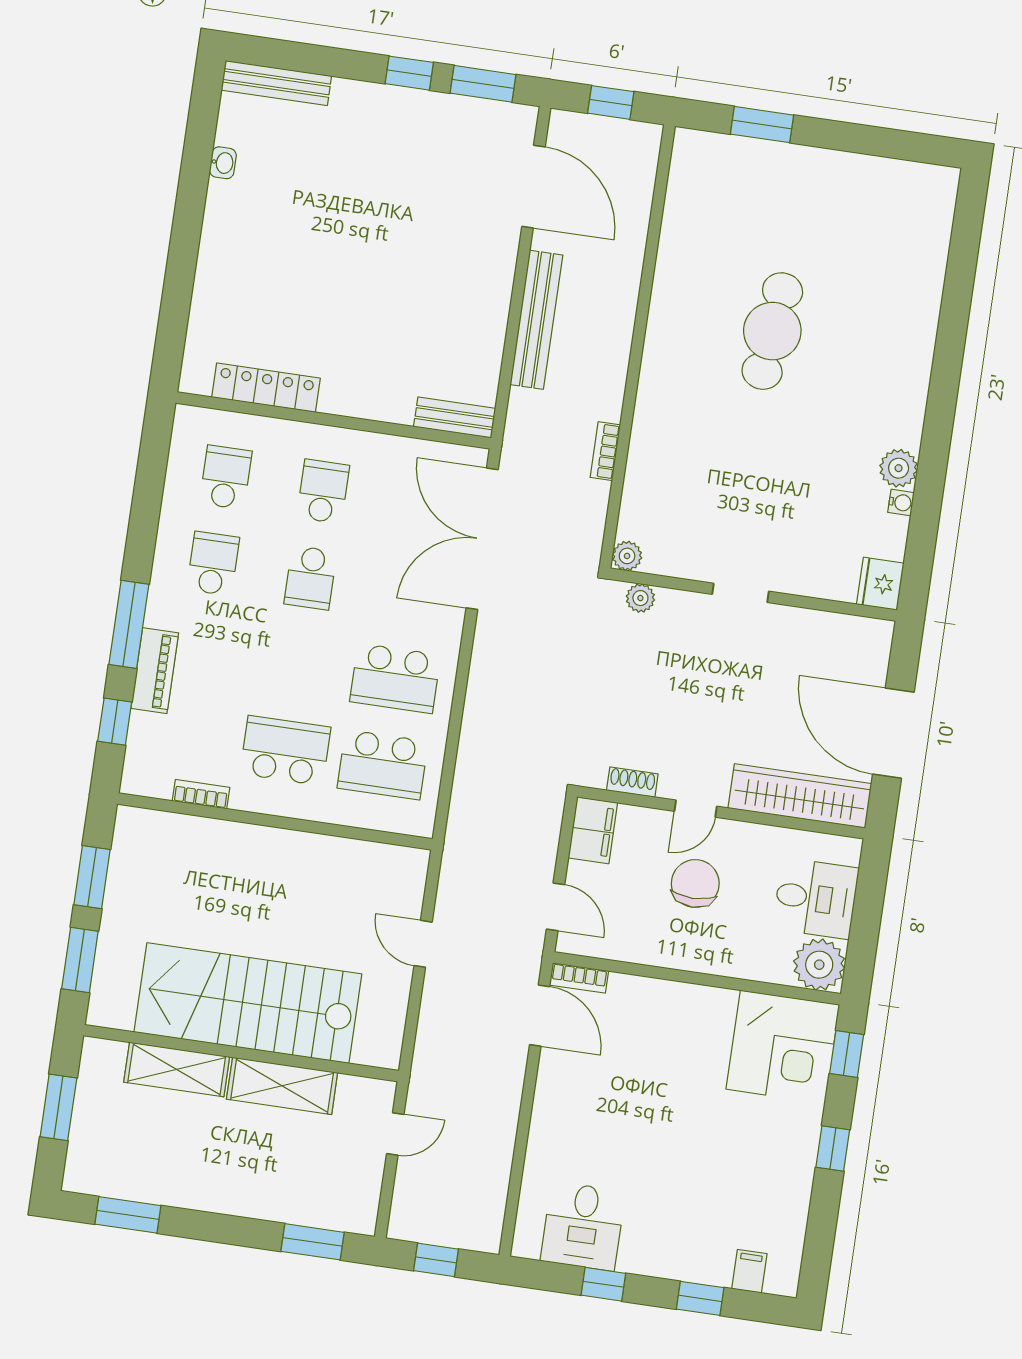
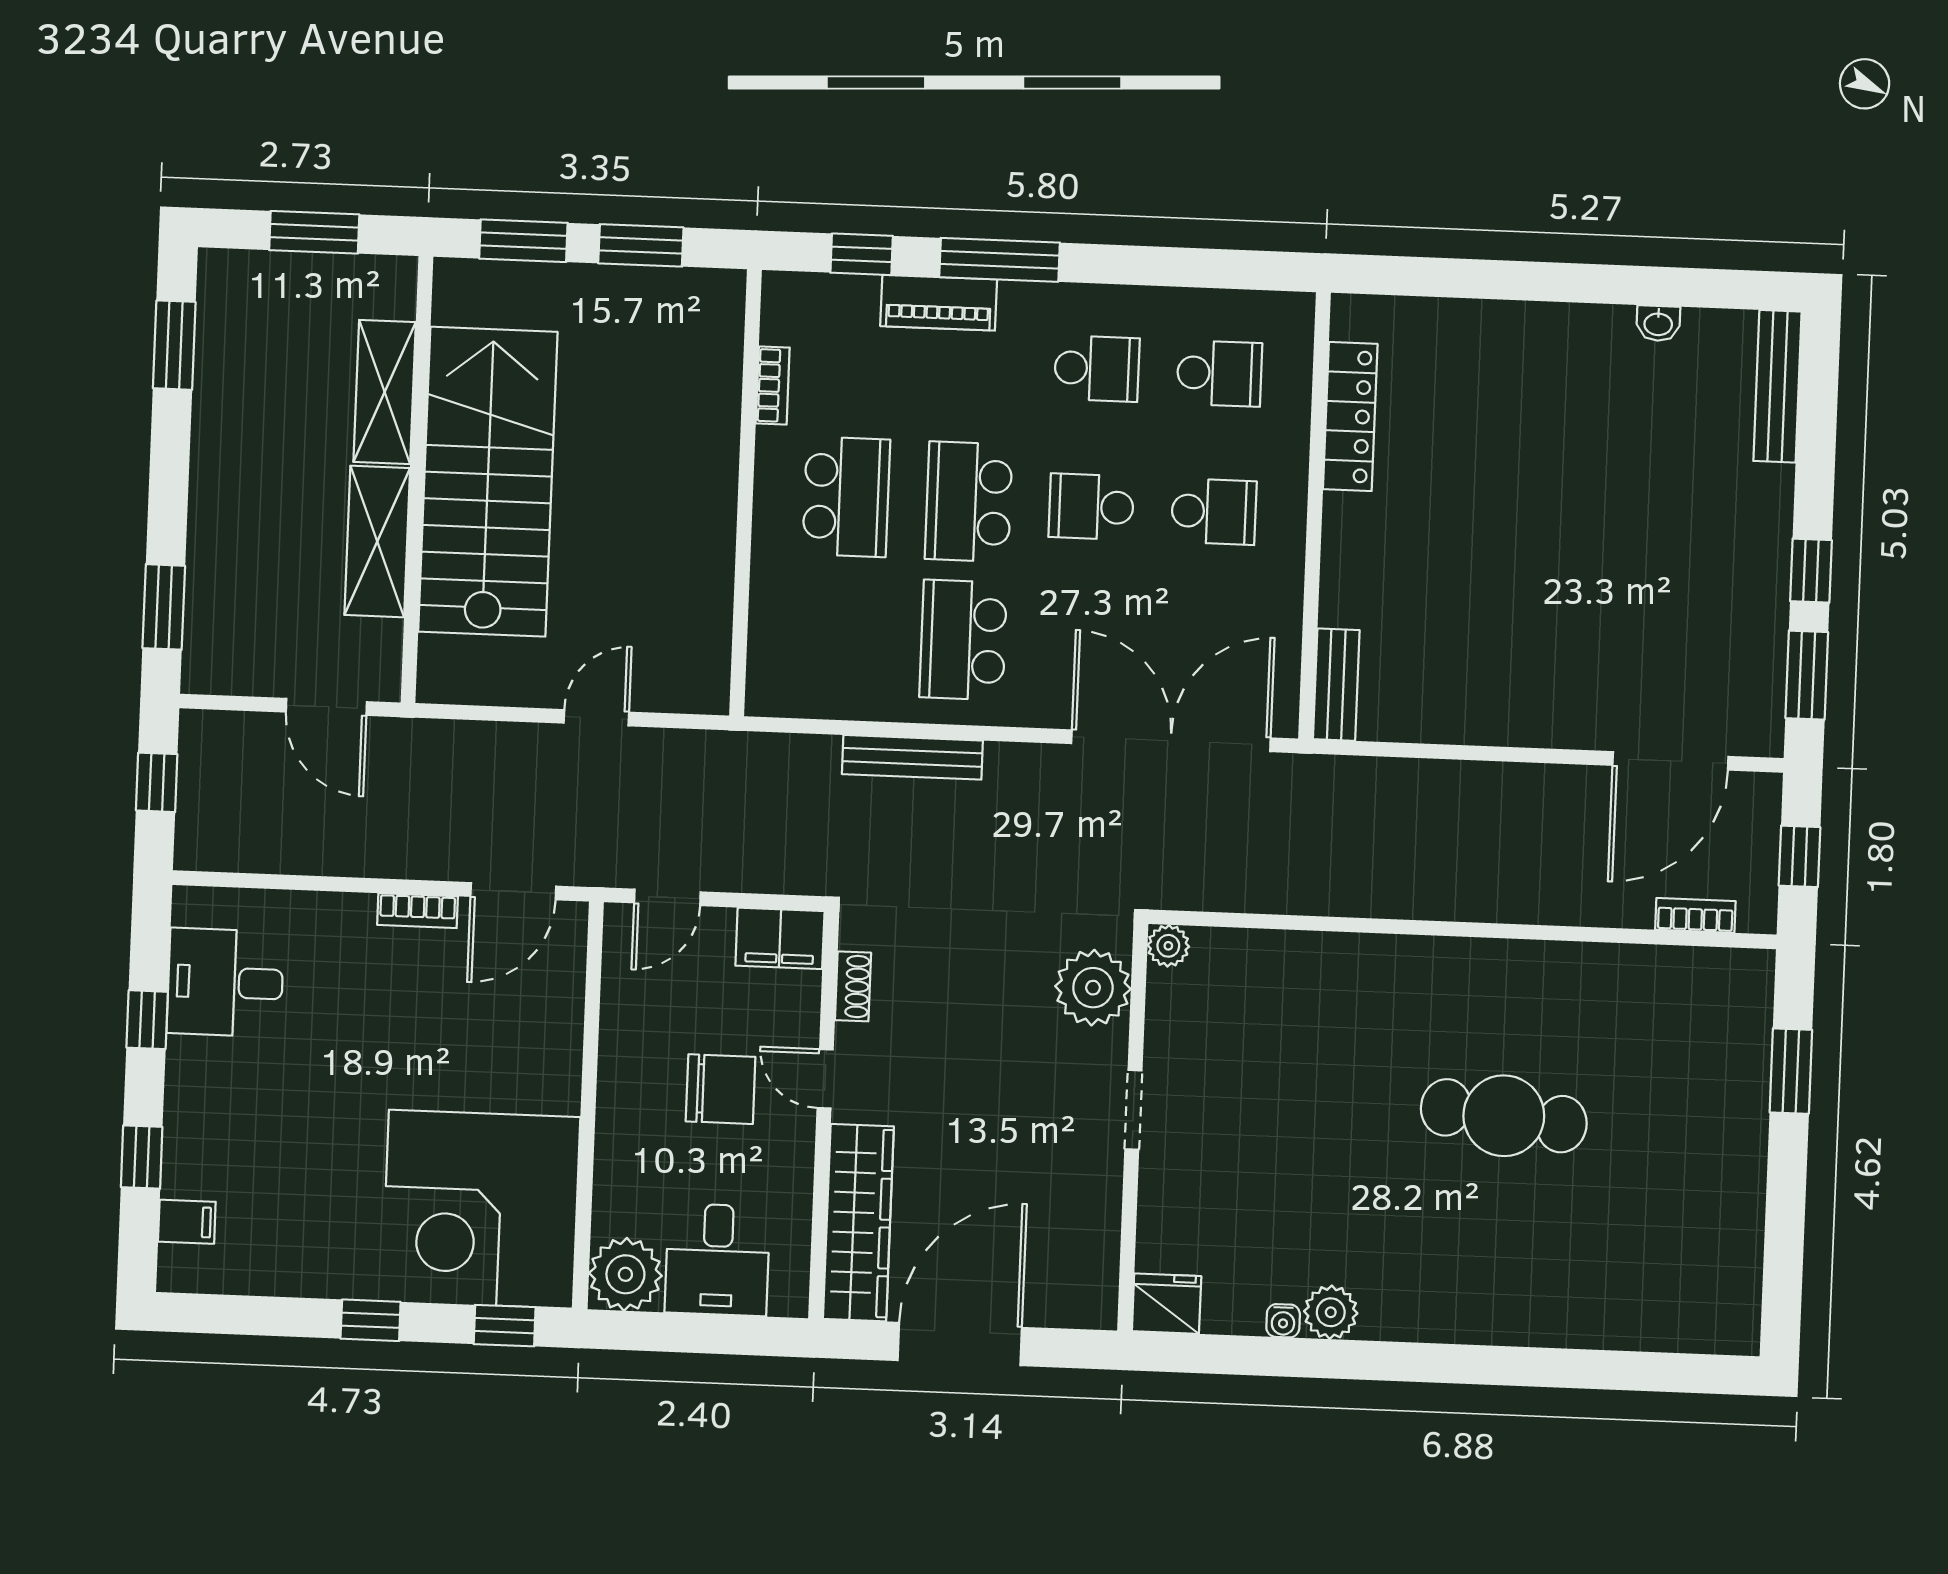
bench: (536, 320) -> (912, 757), moved, width x0.73, depth x0.82
bookcase: (605, 451) -> (1695, 915), moved
plant: (640, 598) -> (1093, 988), width x1.88, depth x1.88
school desk: (383, 765) -> (969, 502), moved
bookcase: (579, 978) -> (418, 911), moved, turned -90
corner desk: (783, 1047) -> (481, 1209), width x1.36, depth x1.36
door: (395, 1134) -> (326, 707), width x1.38

